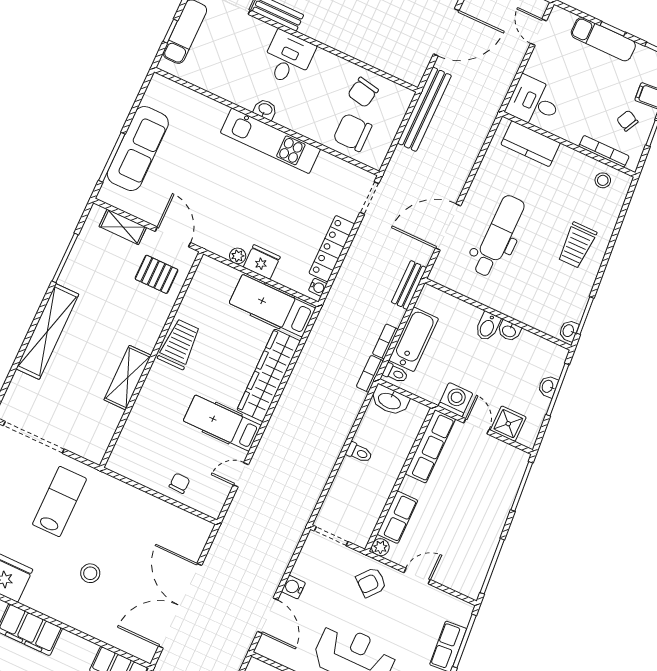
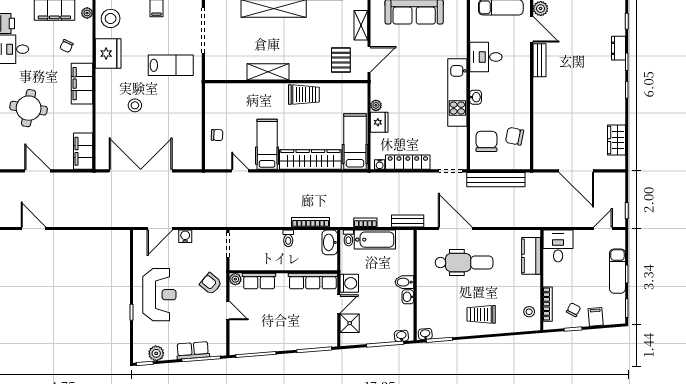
desk: (288, 58) -> (486, 57), moved, turned 180
washbasin: (265, 109) -> (476, 97), moved
bench: (424, 109) -> (496, 180), moved
bookcase: (370, 374) -> (311, 222), moved, width x1.56
washbasin: (548, 387) -> (401, 336), moved

